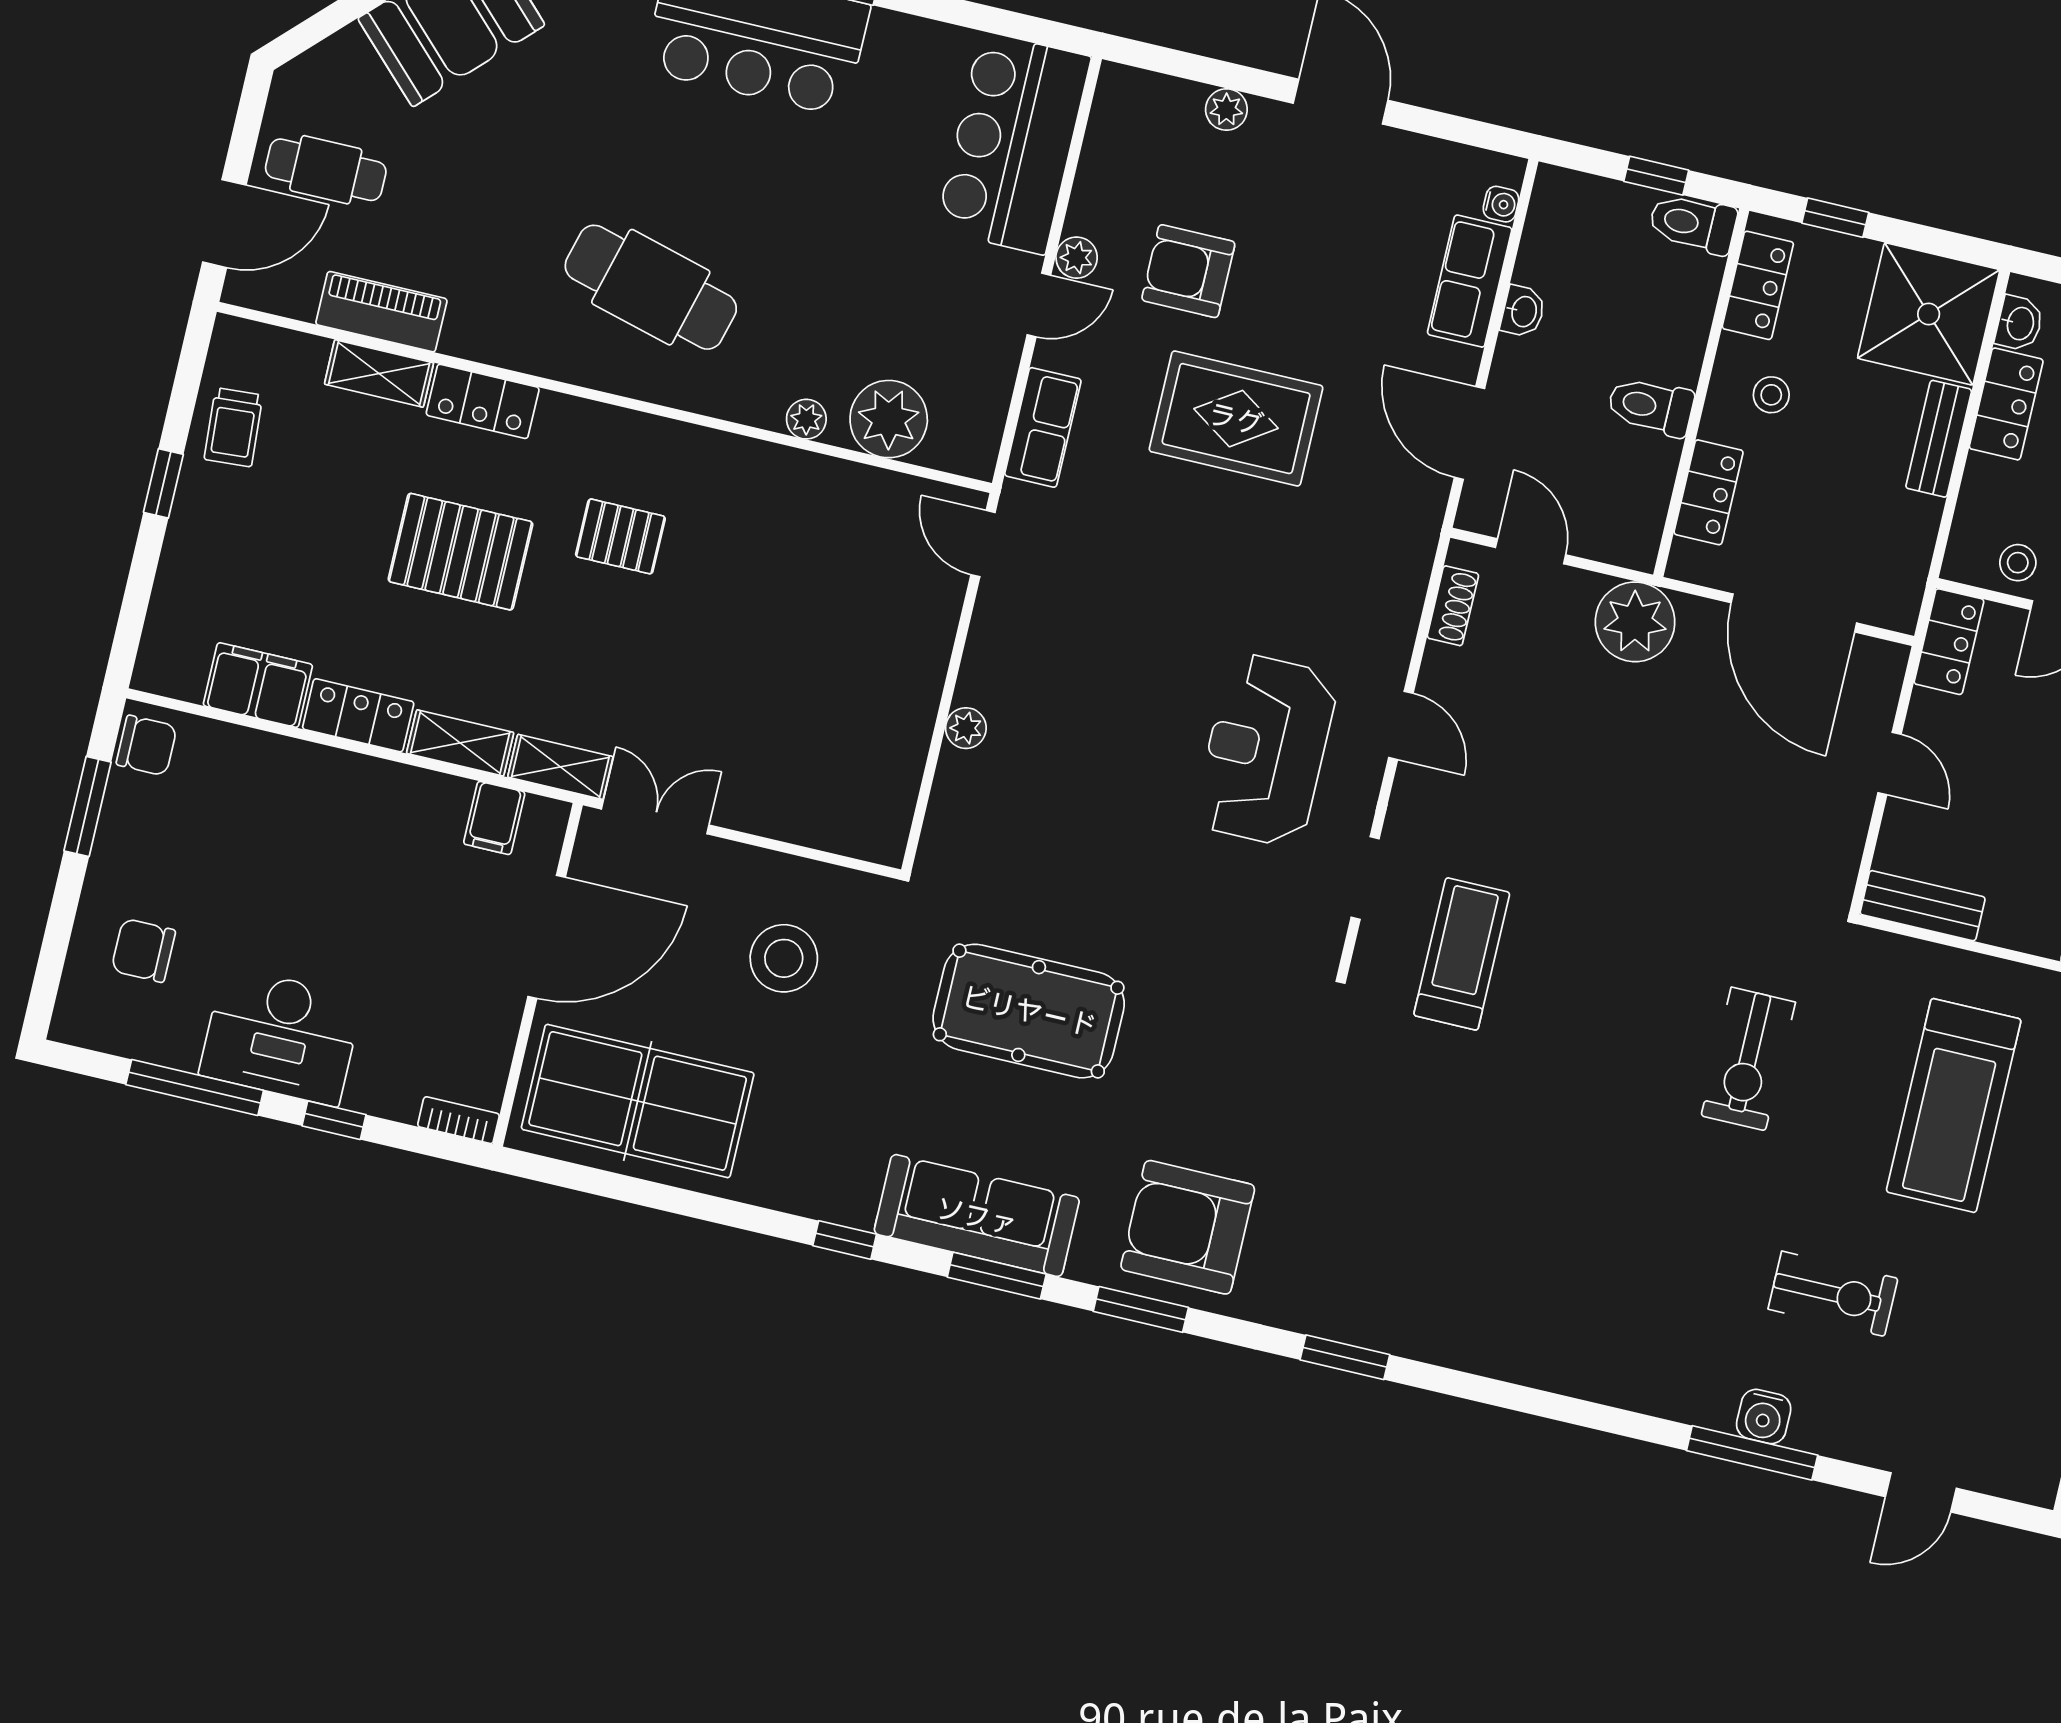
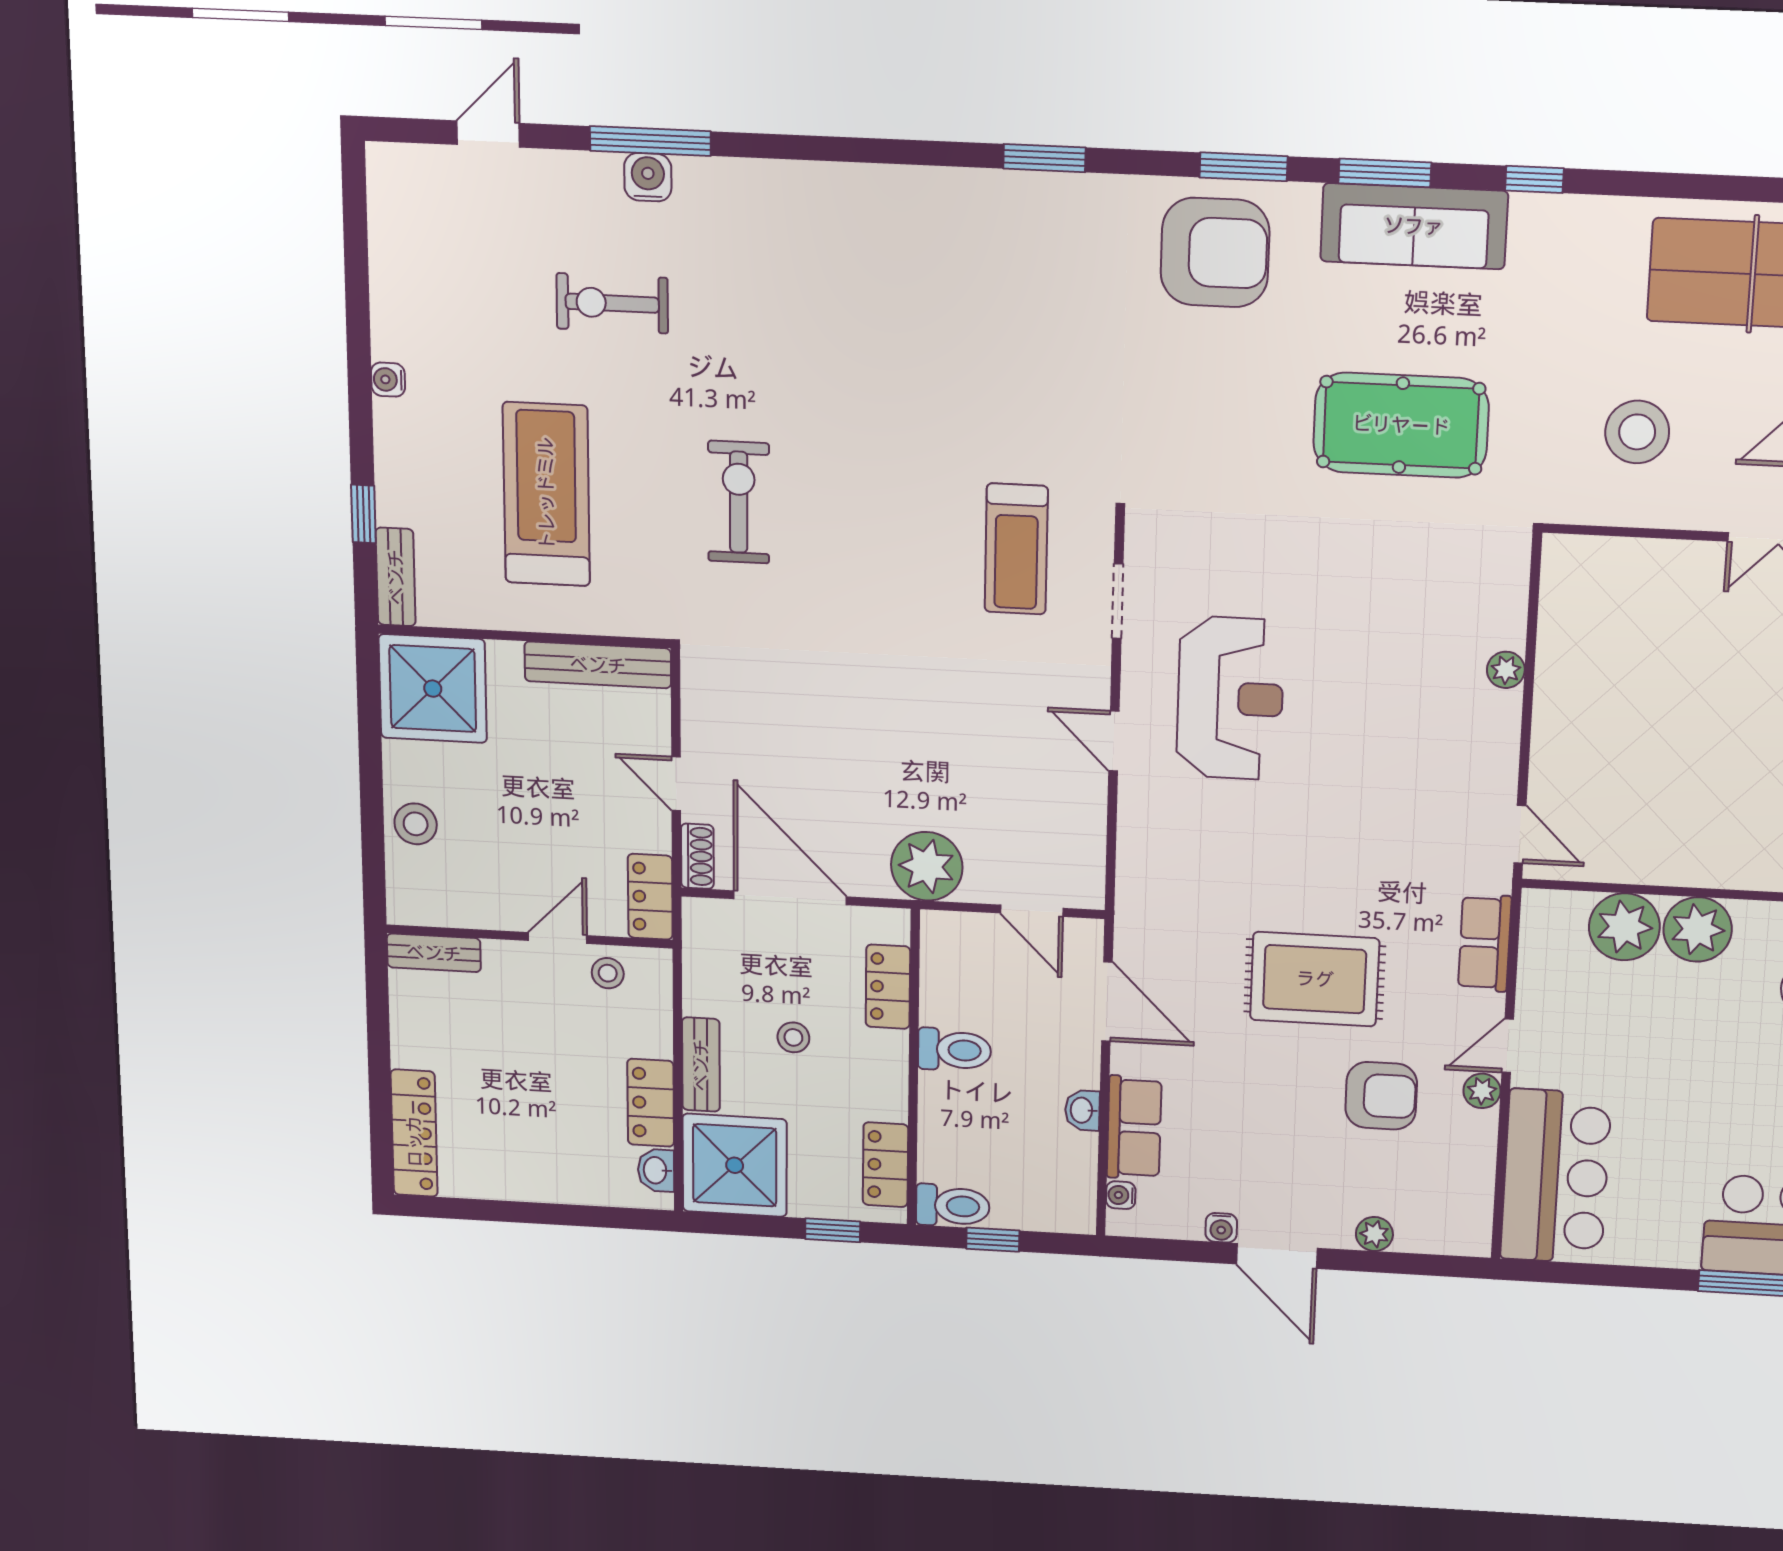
water cooler: (1396, 146) -> (1221, 1228), added
stool: (1771, 395) -> (793, 1037), moved
plant: (806, 419) -> (1698, 929), width x1.88, depth x1.88
shoe rack: (1453, 606) -> (697, 856), moved, turned 180
bench: (1923, 906) -> (598, 665), width x1.36

